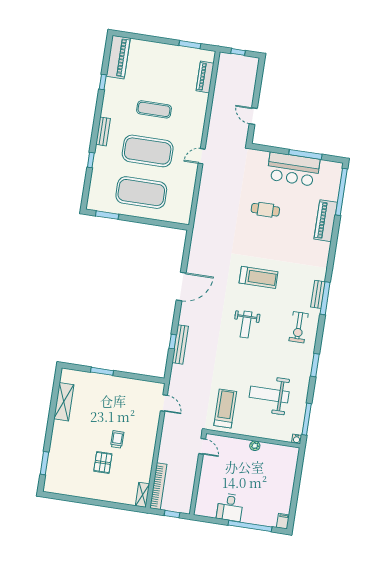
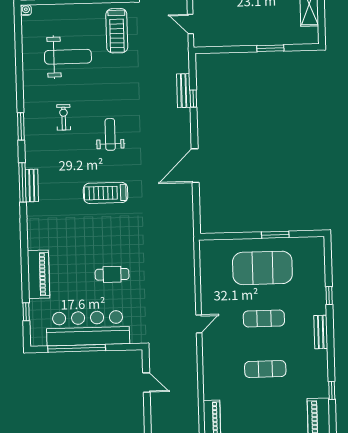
exercise mat: (148, 151) -> (264, 319), width x0.50, depth x0.69
window: (305, 154) -> (77, 348), width x1.46
bar counter: (293, 169) -> (88, 328), width x1.36
window: (341, 192) -> (26, 312), width x0.32
window: (107, 215) -> (275, 235), moved
exercise bike: (299, 327) -> (64, 117), moved, width x0.73, depth x0.72
bench: (180, 344) -> (184, 91), width x0.73
window: (315, 365) -> (21, 126), moved
window: (307, 419) -> (18, 36), removed

